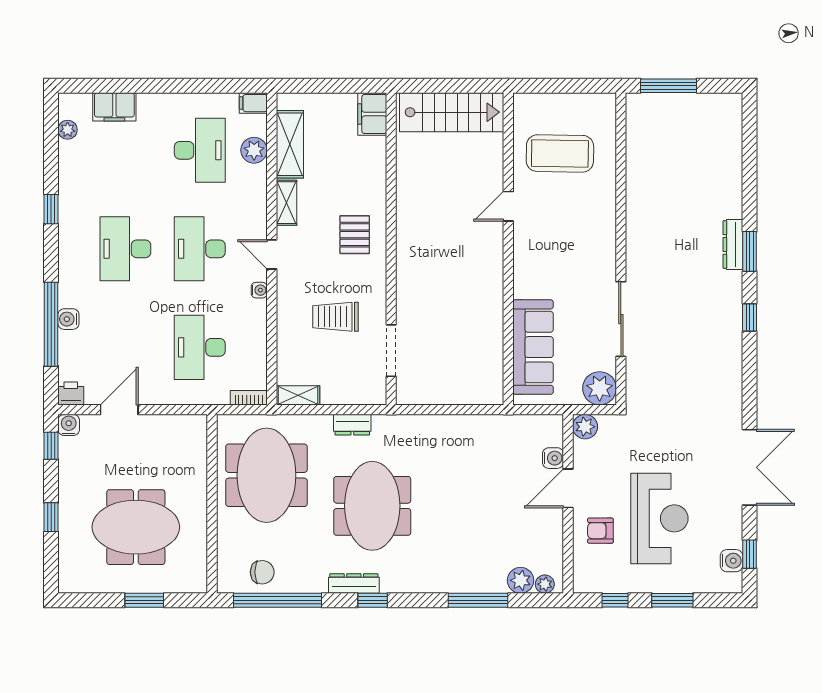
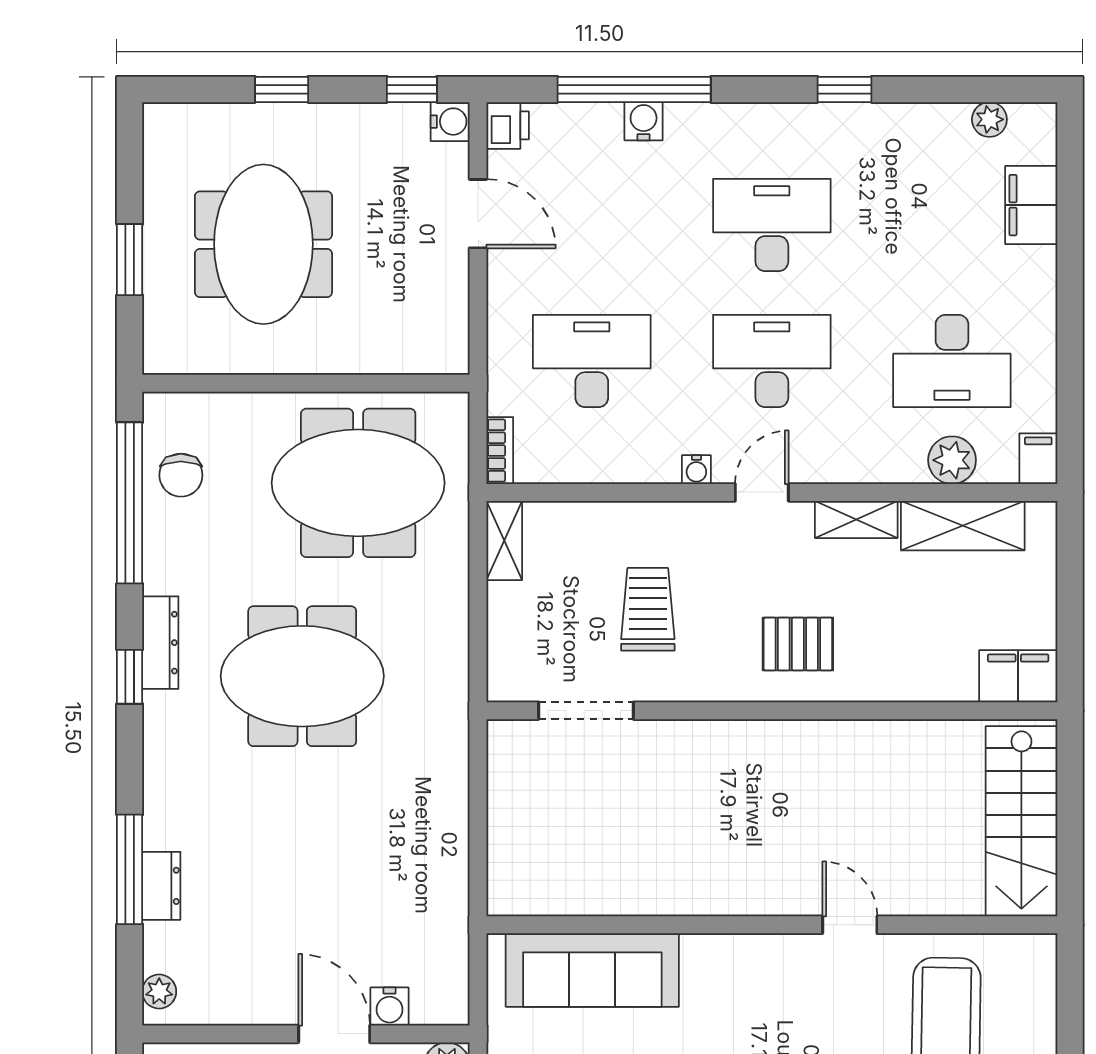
dresser: (352, 425) -> (161, 886), moved, turned 180
plant: (521, 580) -> (166, 947), removed

